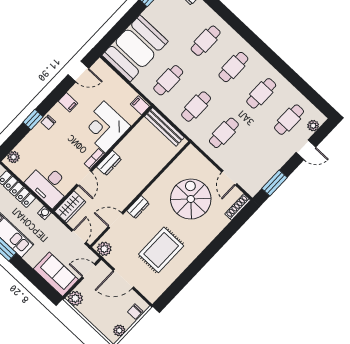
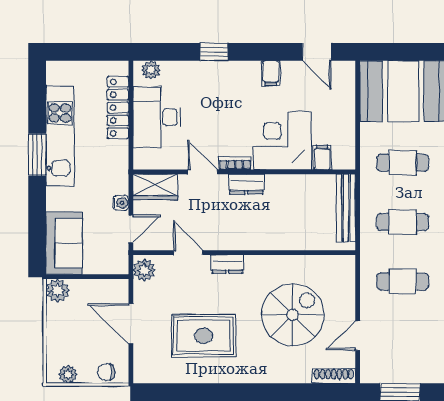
filing cabinet: (140, 105) -> (322, 158), moved
chair: (48, 122) -> (227, 72), removed
door: (84, 178) -> (203, 172), swing flipped
desk: (48, 185) -> (157, 117), moved
water cooler: (44, 213) -> (121, 203), moved
door: (89, 271) -> (103, 277), removed

